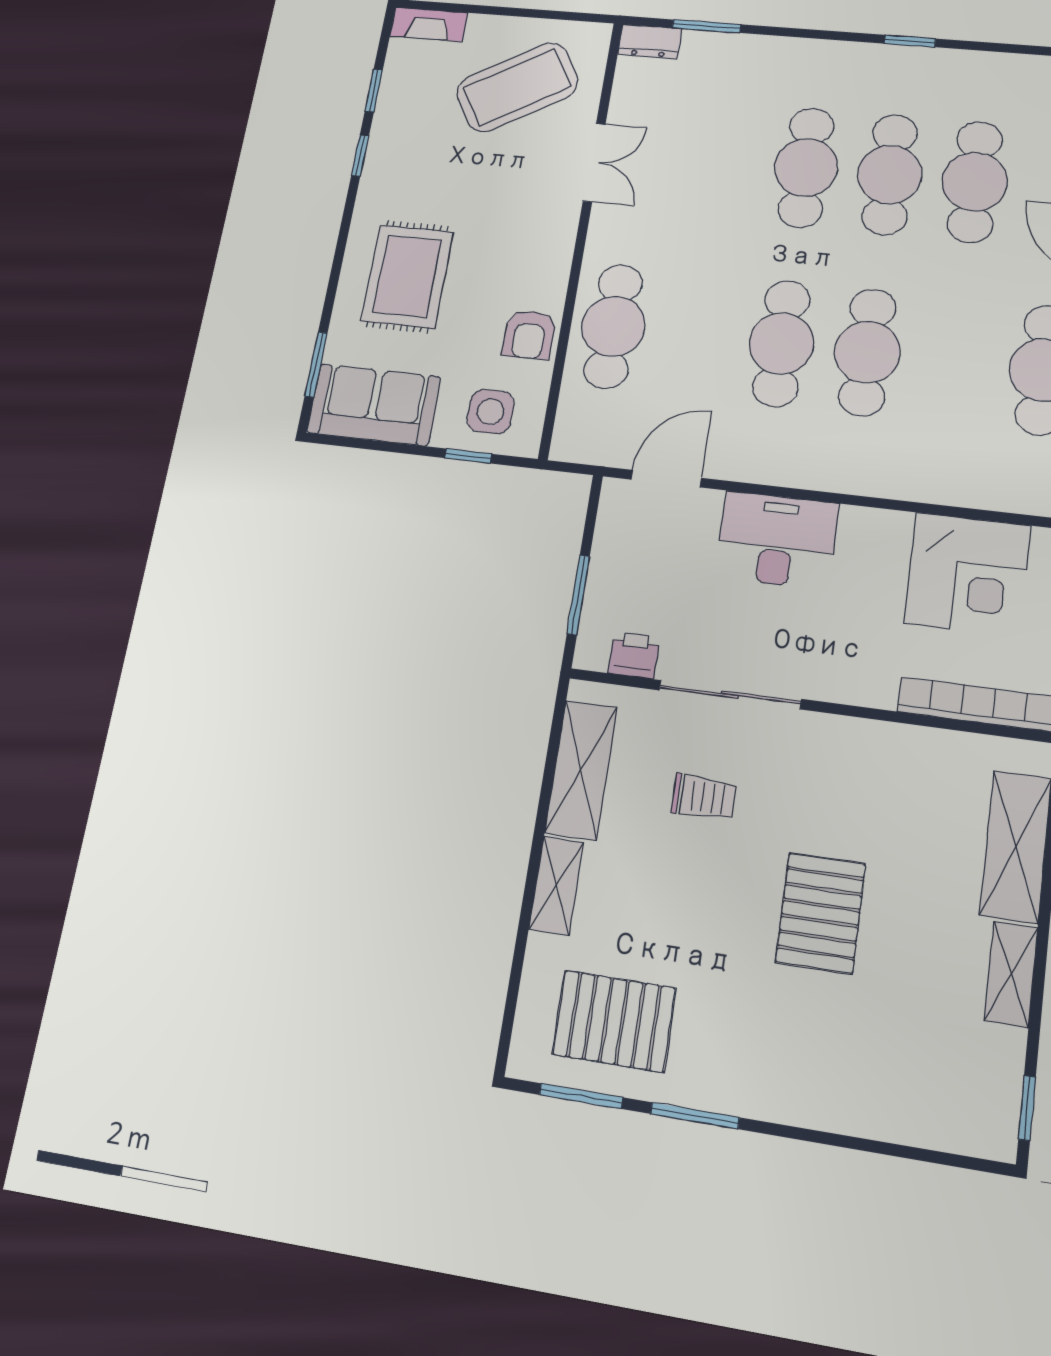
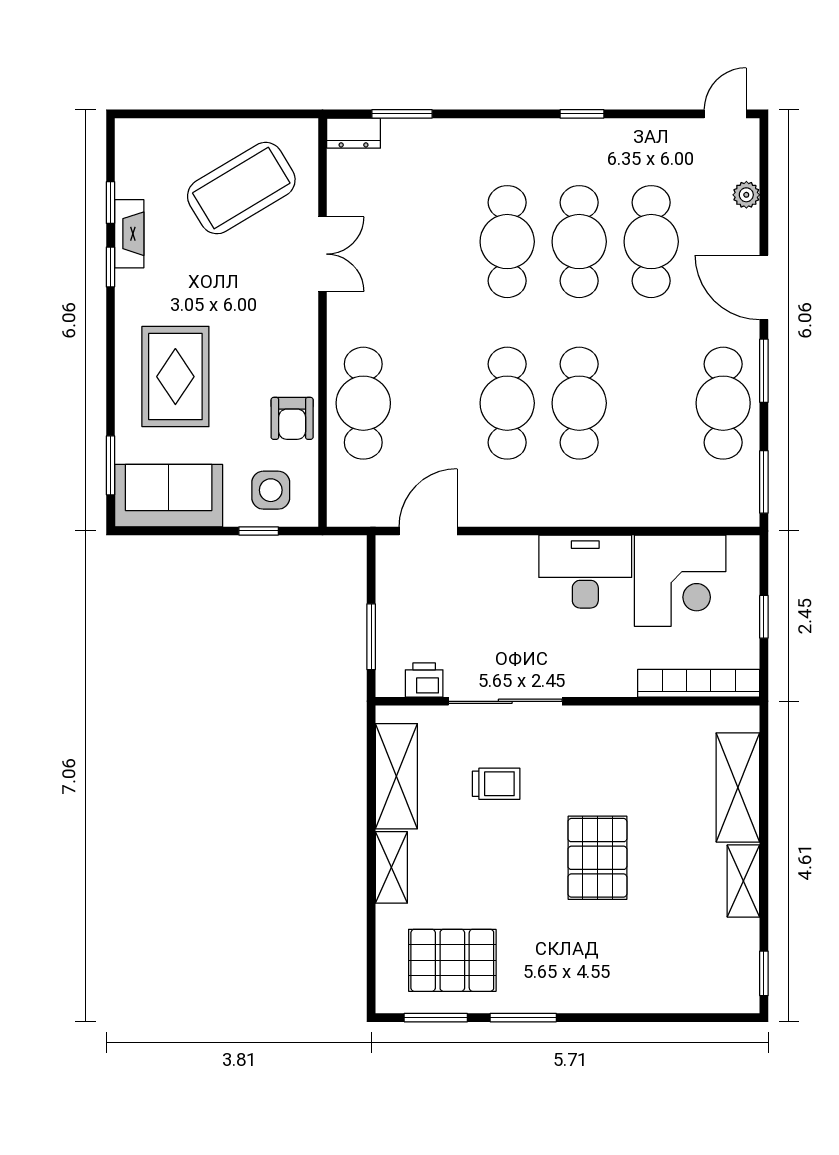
fireplace: (429, 24) -> (129, 234), moved, turned -90
desk: (777, 540) -> (585, 572), moved

